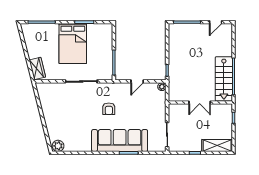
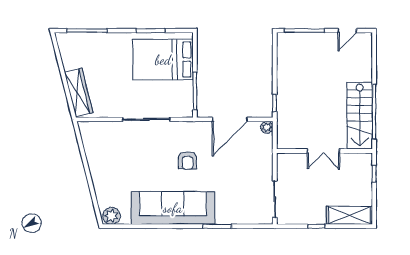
bed: (73, 43) -> (163, 60), moved, turned 90
wardrobe: (37, 69) -> (79, 93), width x1.50
door: (137, 81) -> (230, 119), width x1.88
sofa: (120, 141) -> (173, 208), moved

